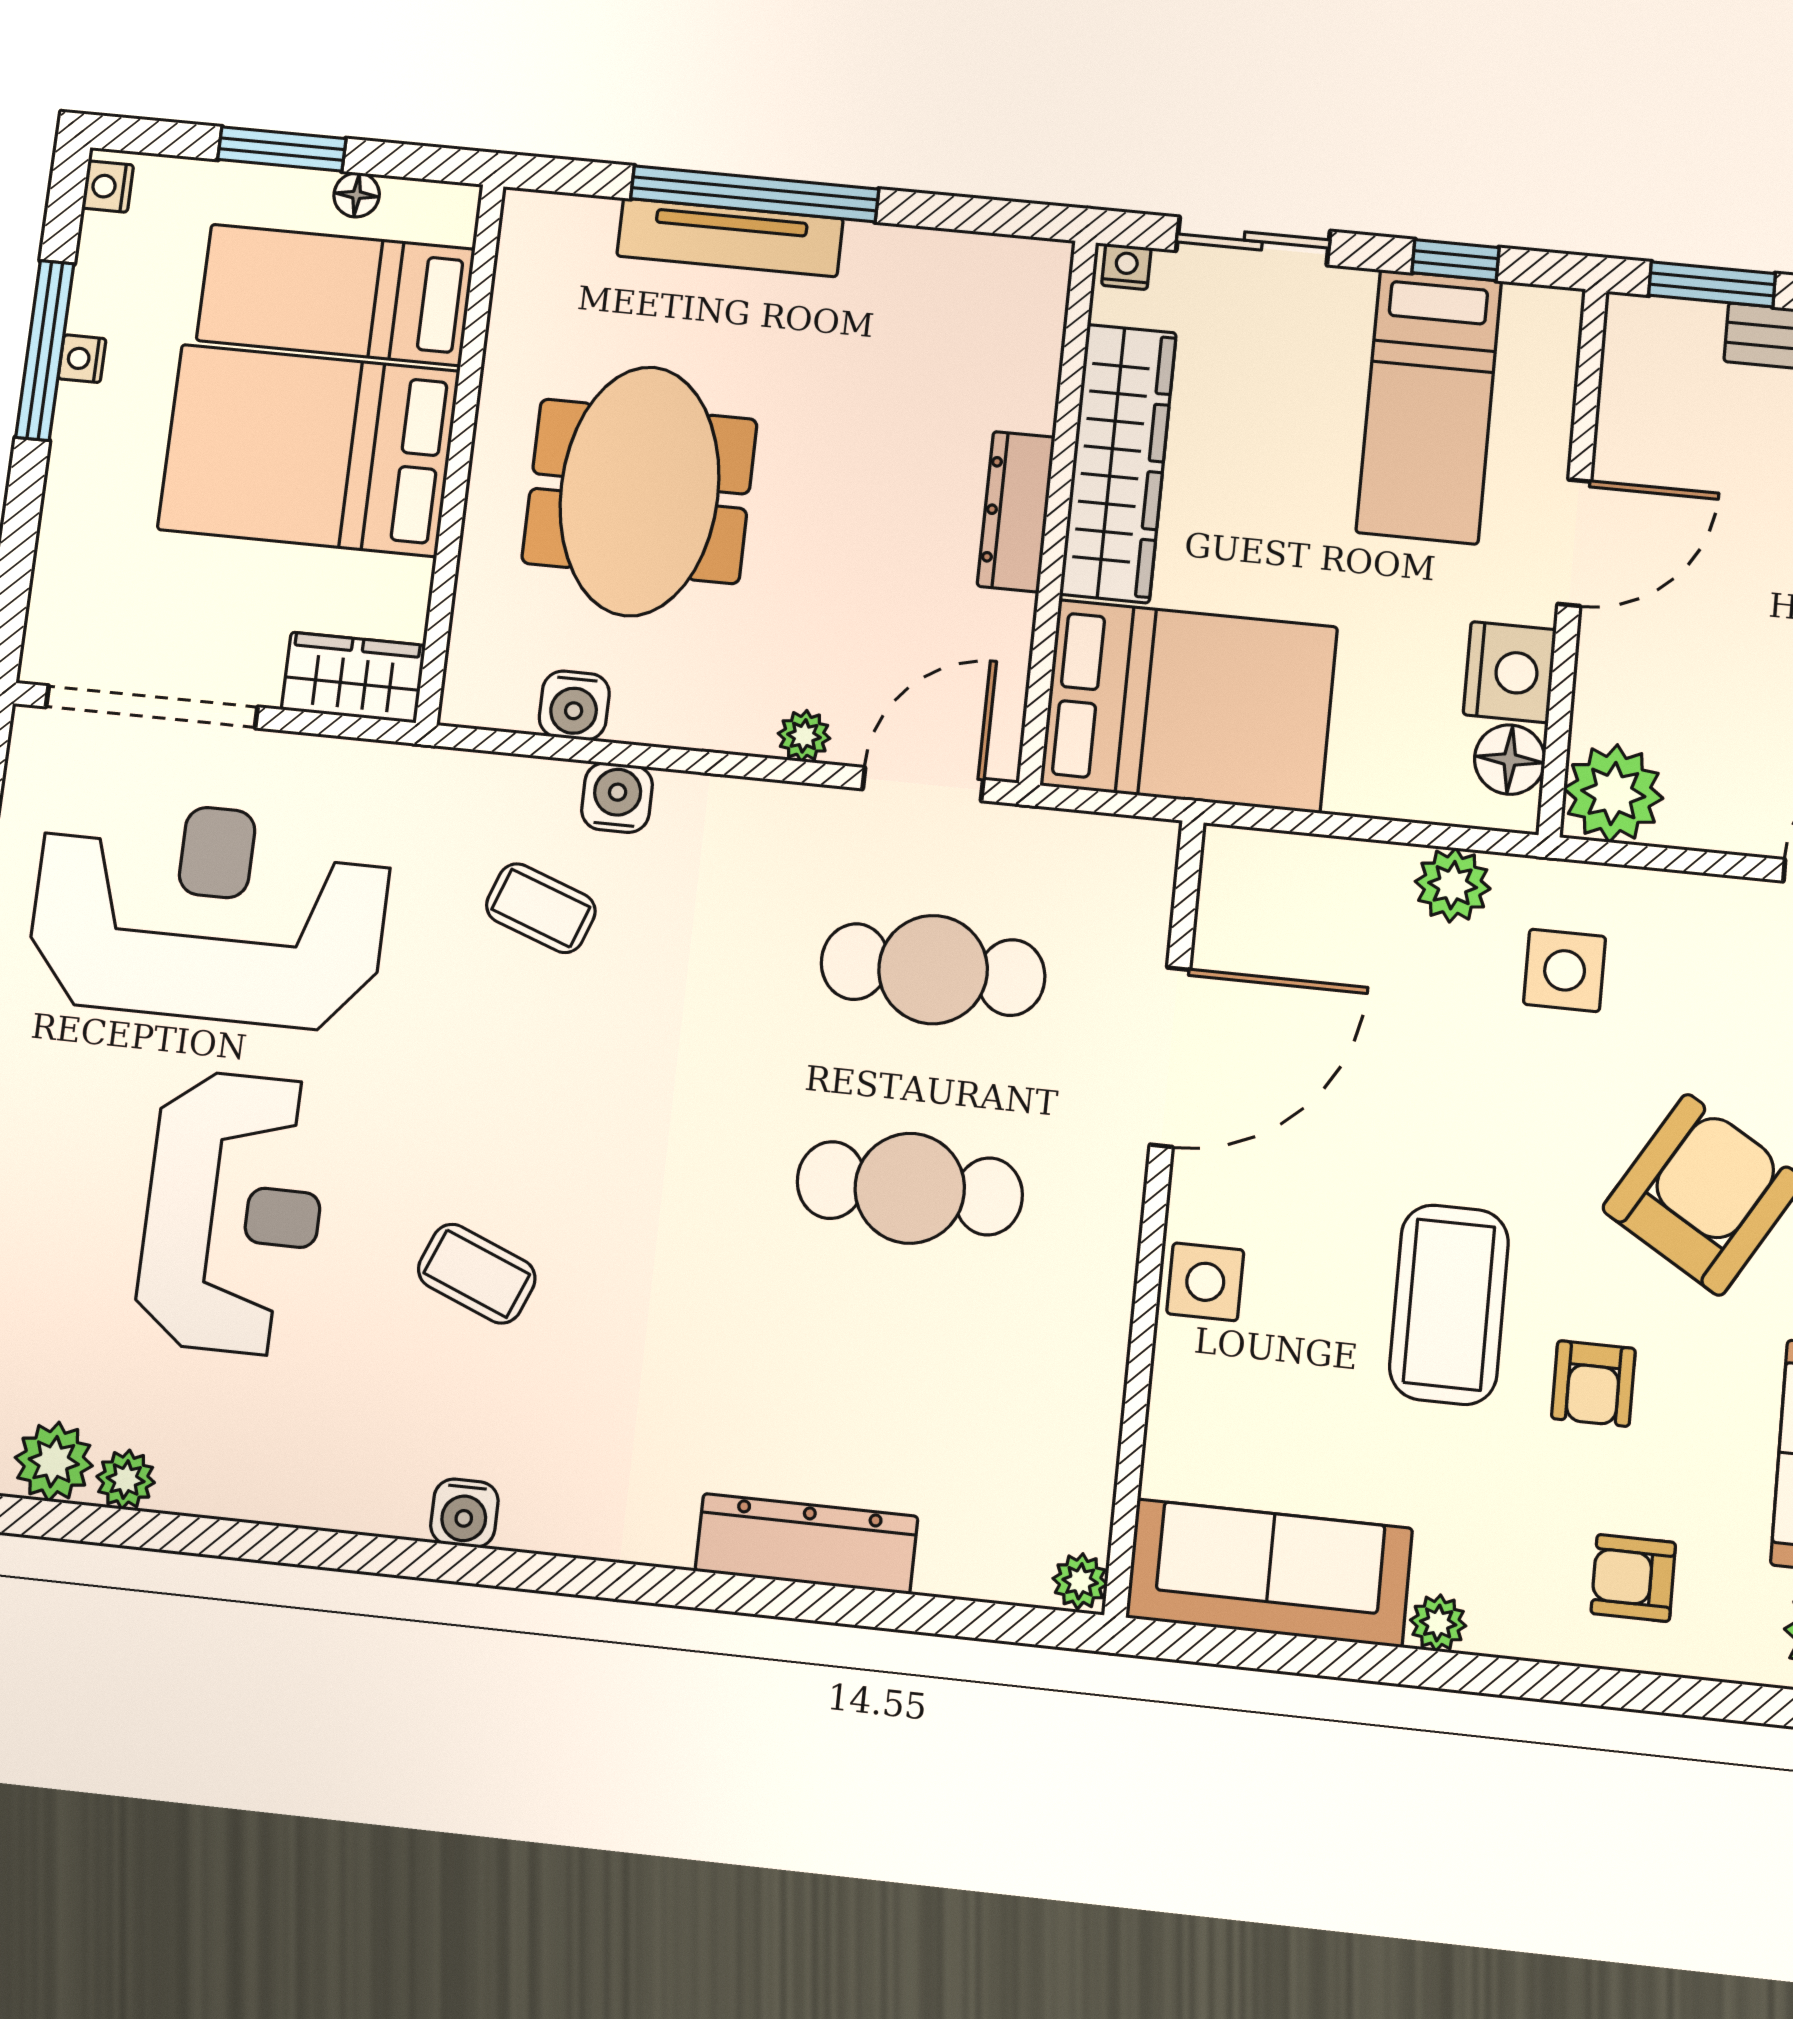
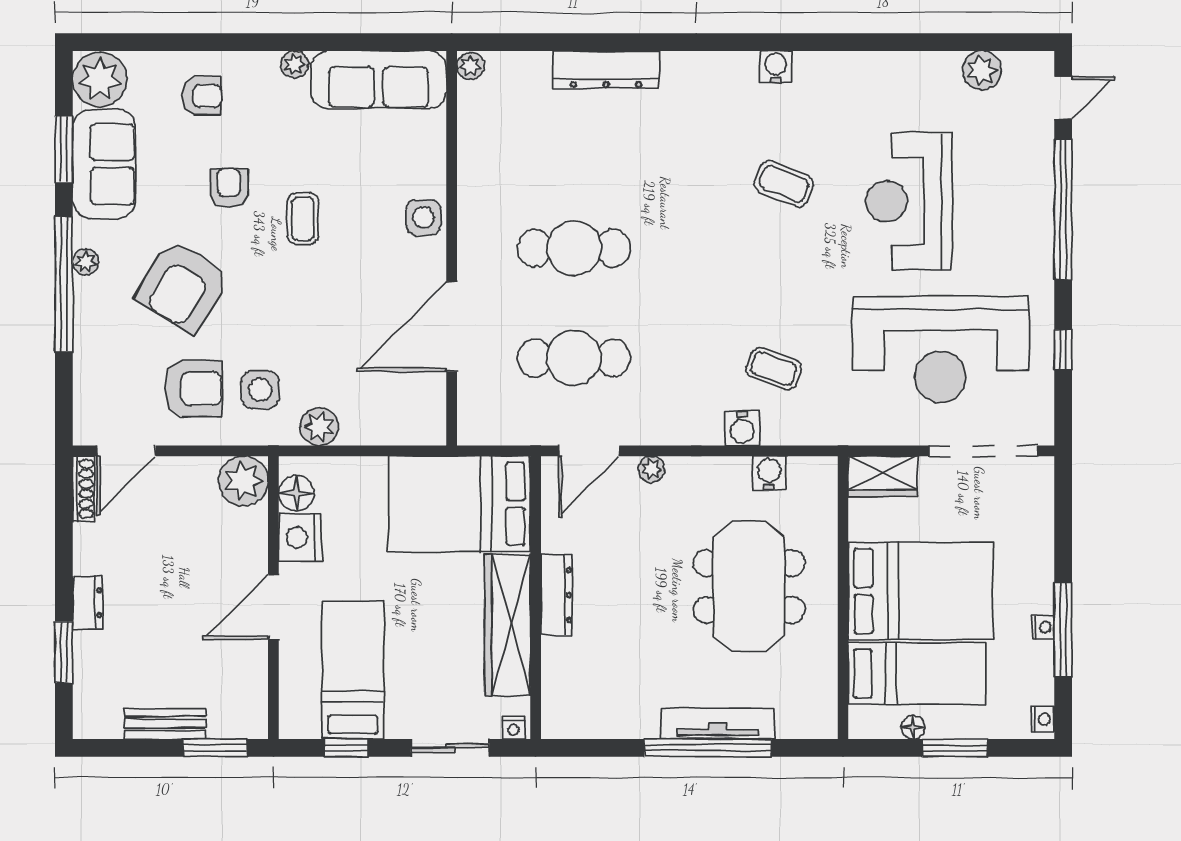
armchair: (1699, 986) -> (193, 388), added
coffee table: (1449, 1305) -> (303, 219), width x0.54, depth x0.58
plant: (126, 1480) -> (945, 65), removed

